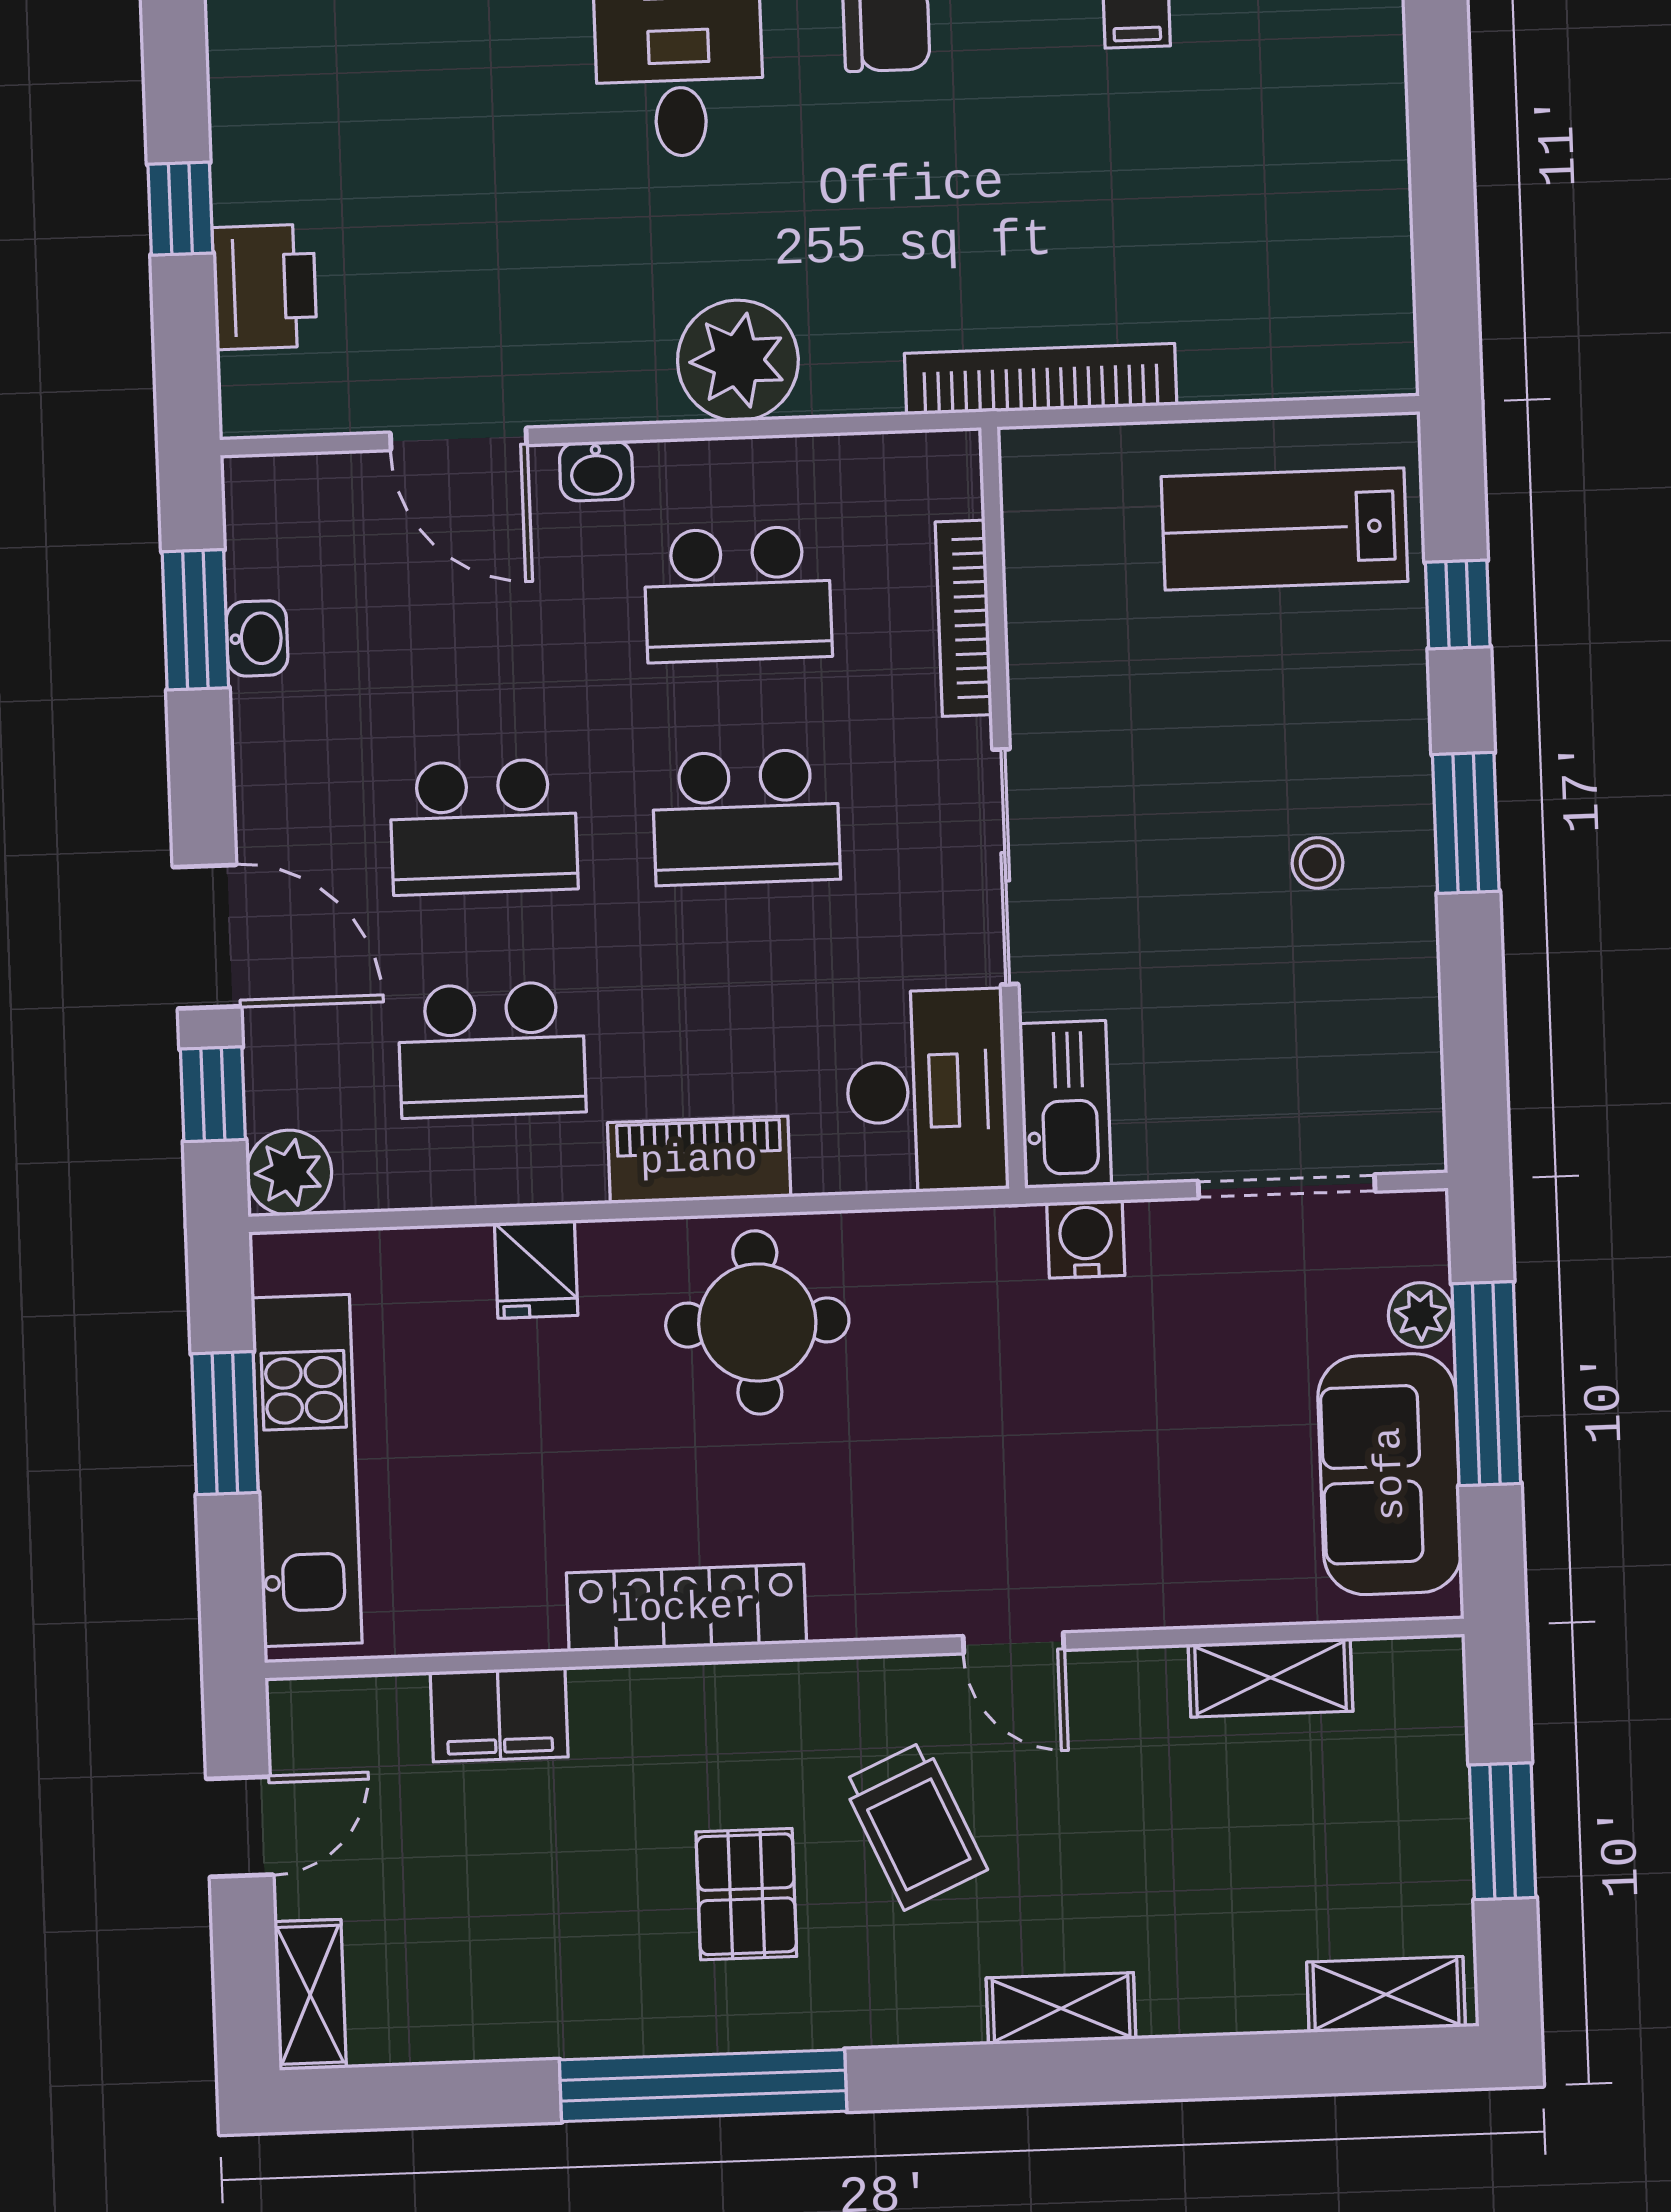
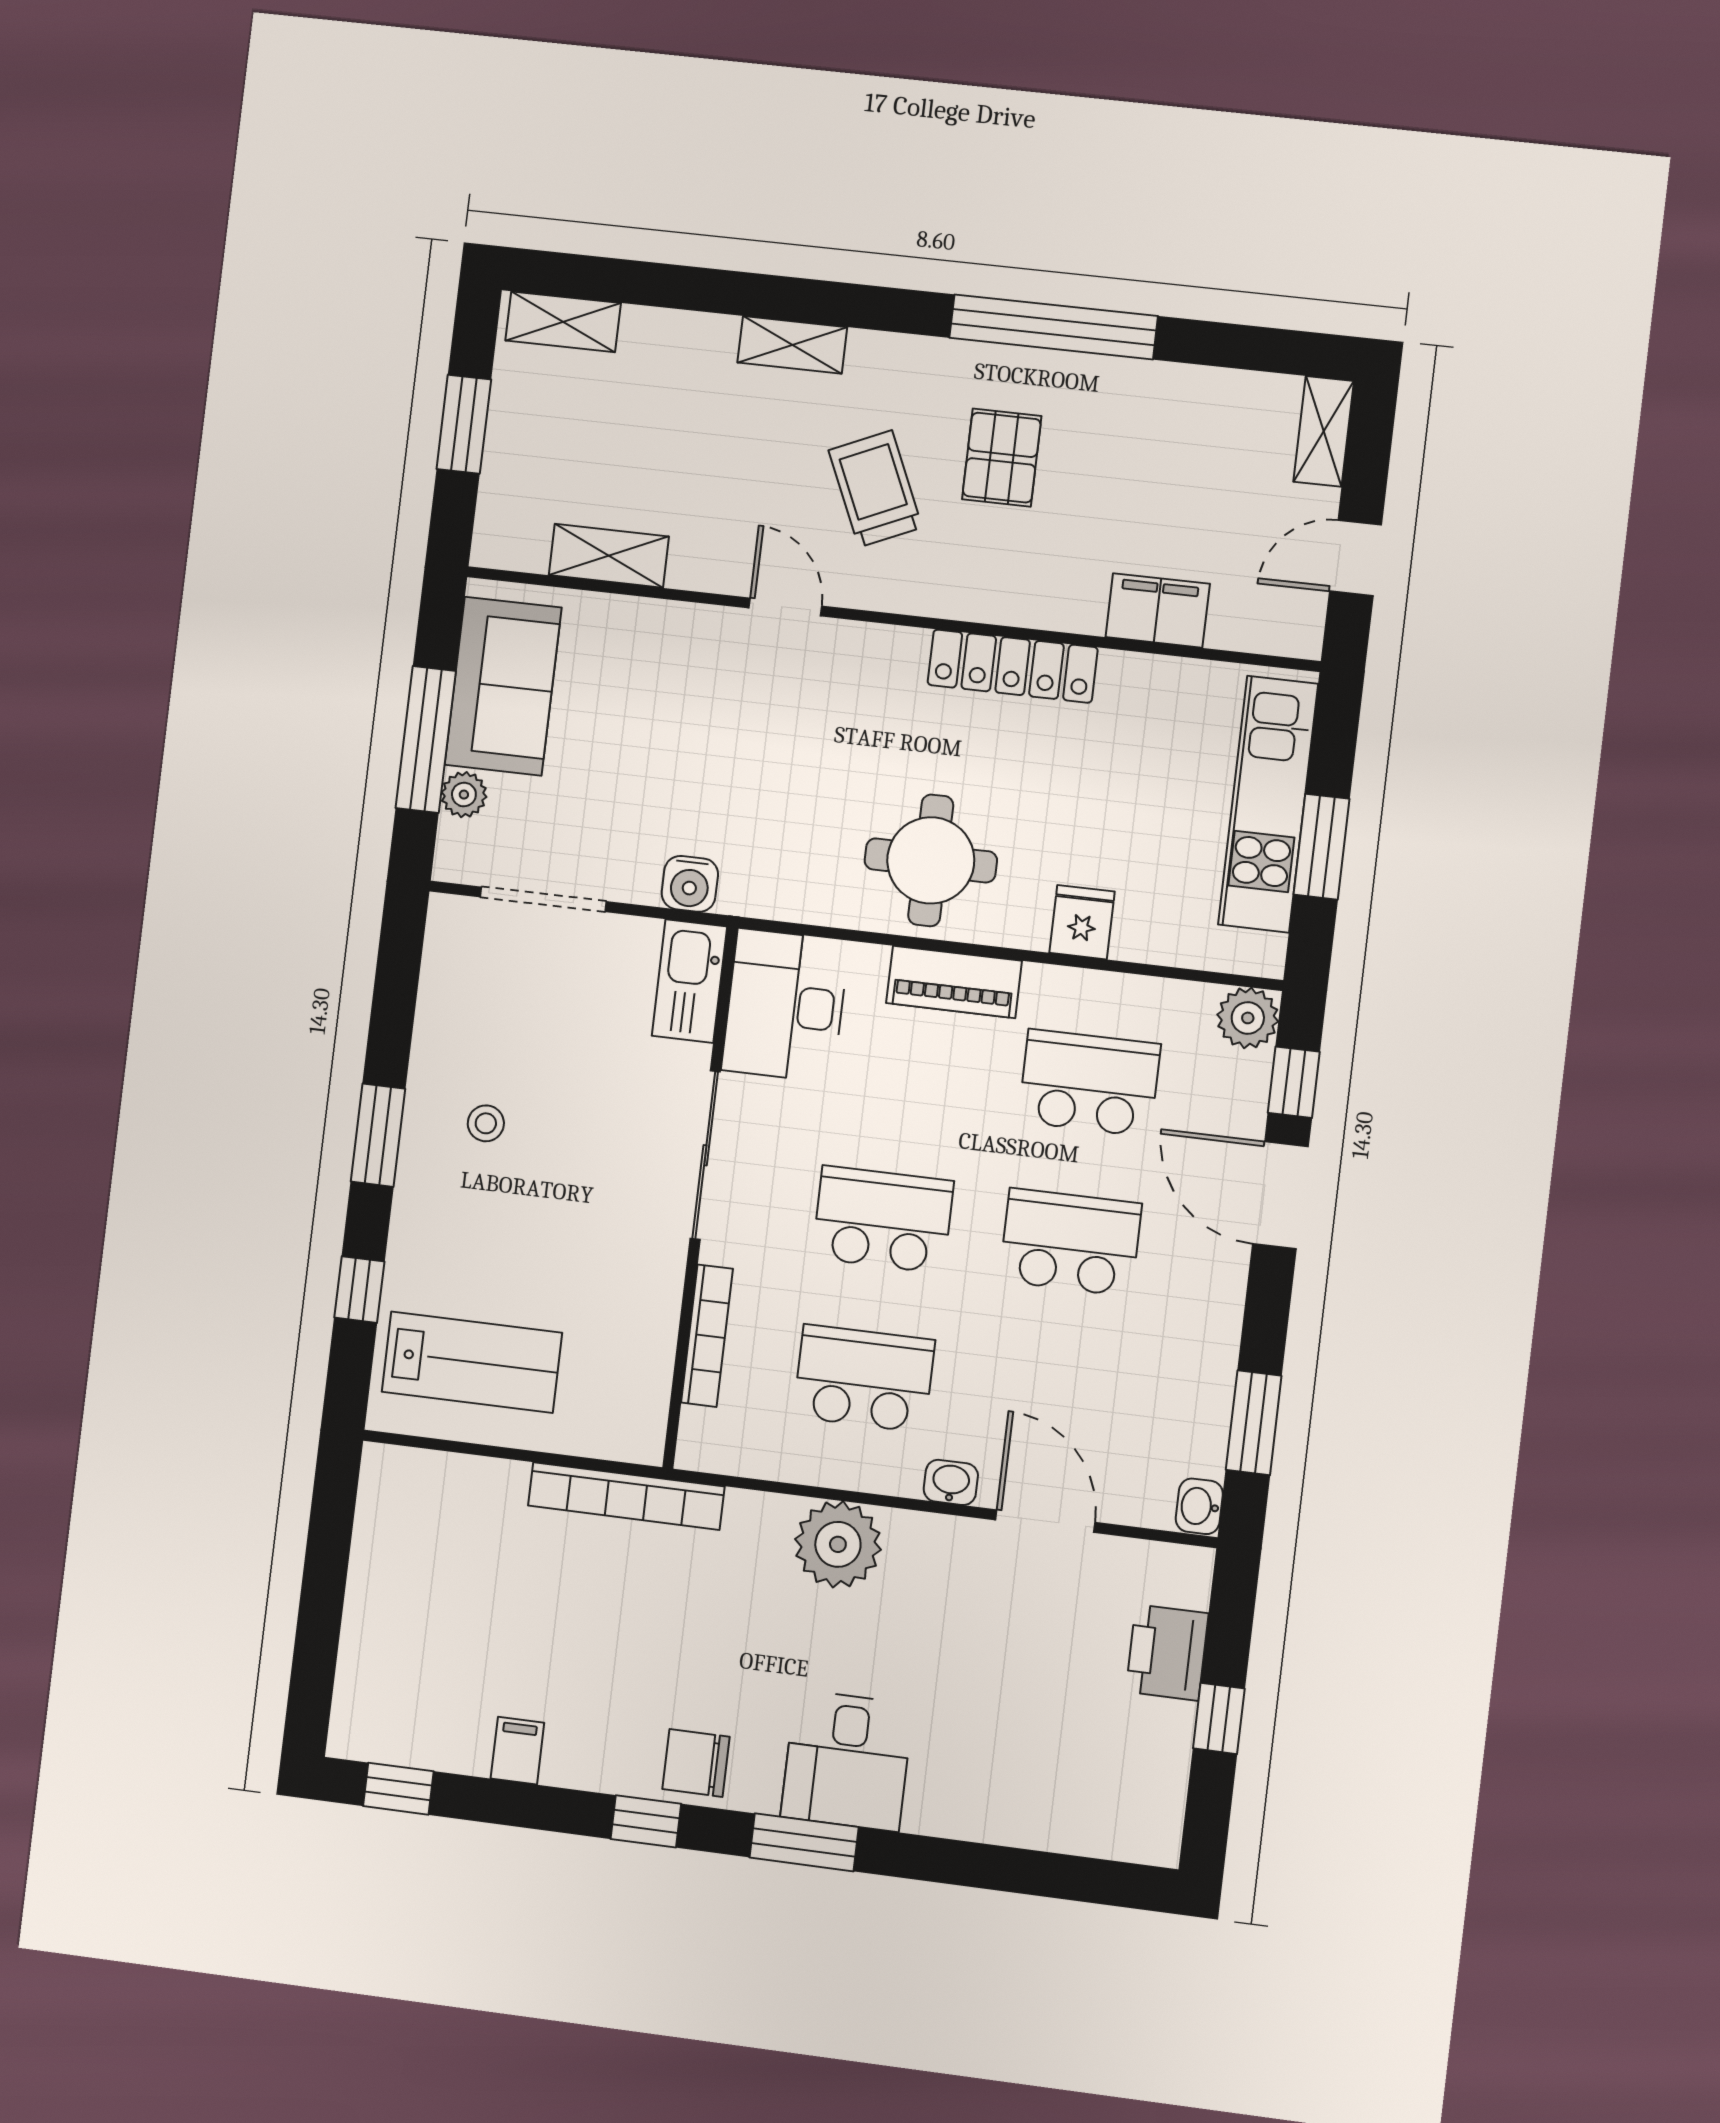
washbasin: (257, 638) -> (1199, 1506), moved

